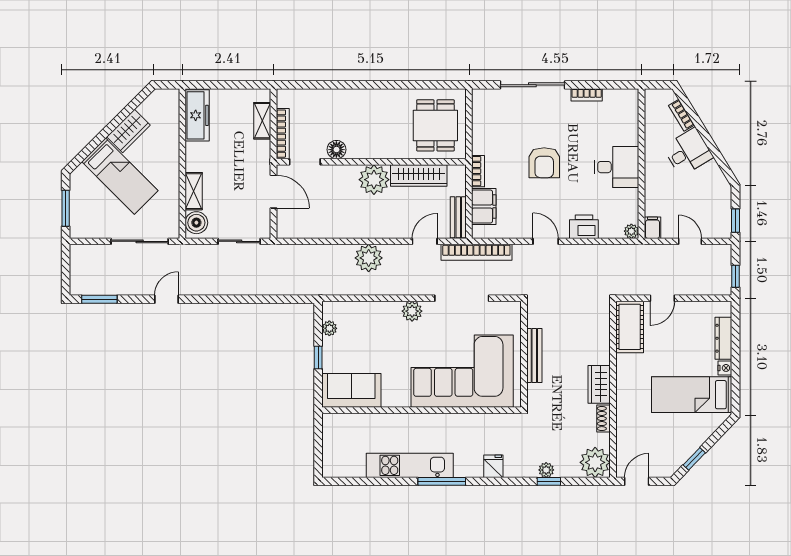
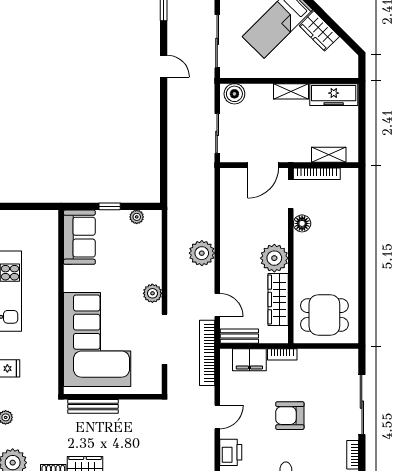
shelving: (194, 191) -> (291, 91), moved
bench: (534, 355) -> (93, 406), moved

